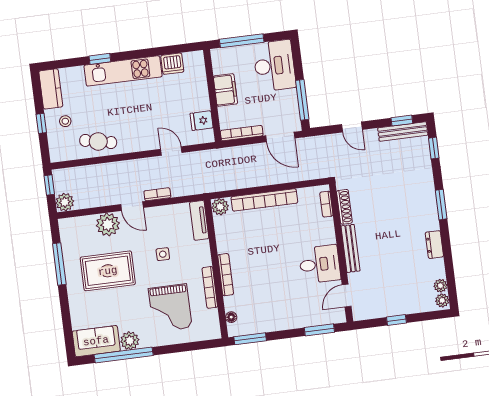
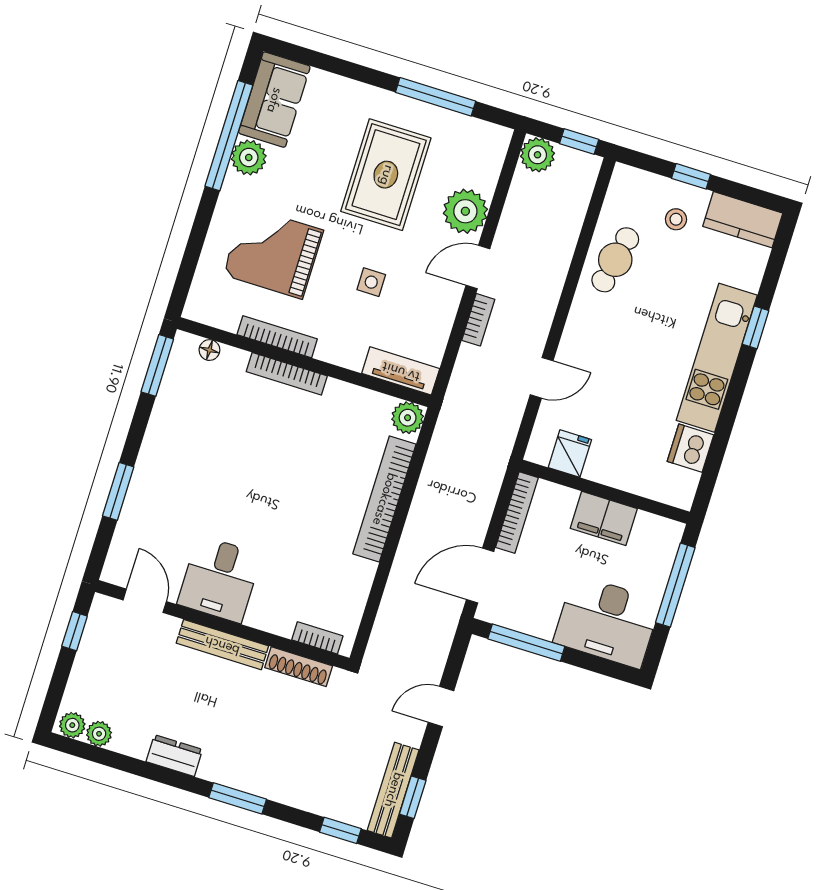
bookcase: (326, 204) -> (317, 638), moved
shoe rack: (344, 207) -> (299, 667), moved
bench: (351, 248) -> (222, 645), moved
wall: (341, 253) -> (222, 625), moved
desk: (320, 264) -> (220, 579), moved
door: (347, 296) -> (145, 601), moved

